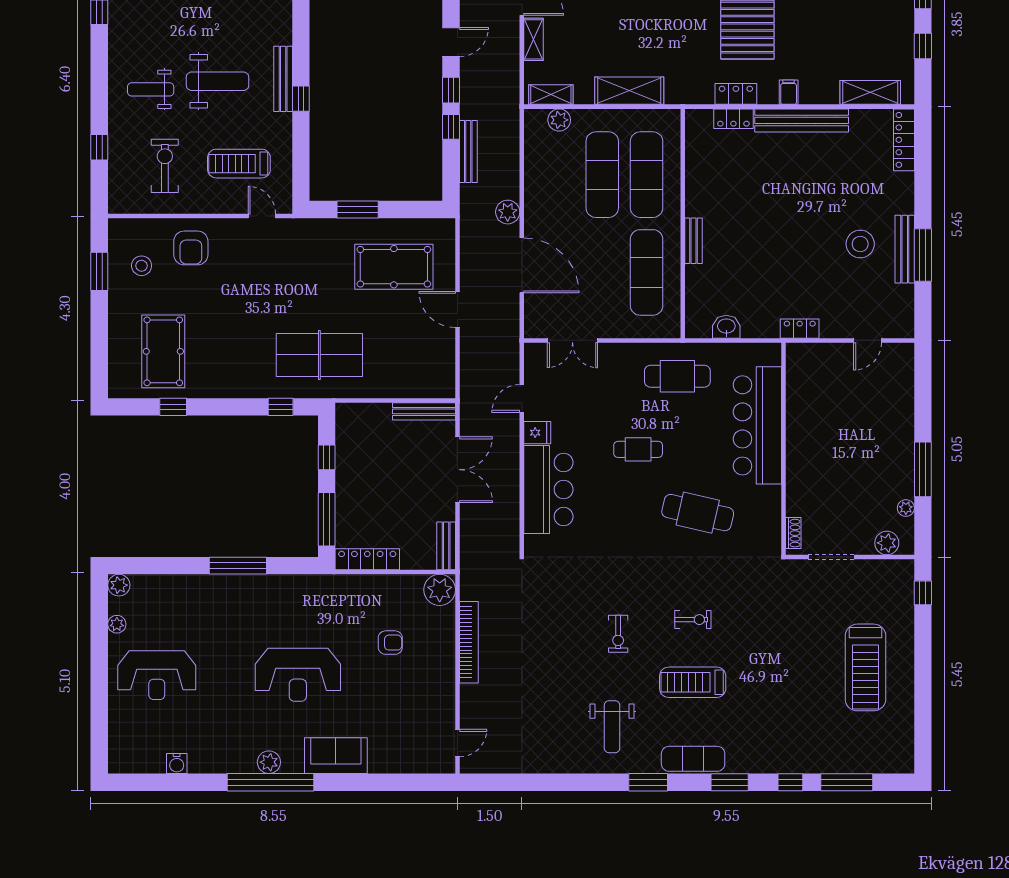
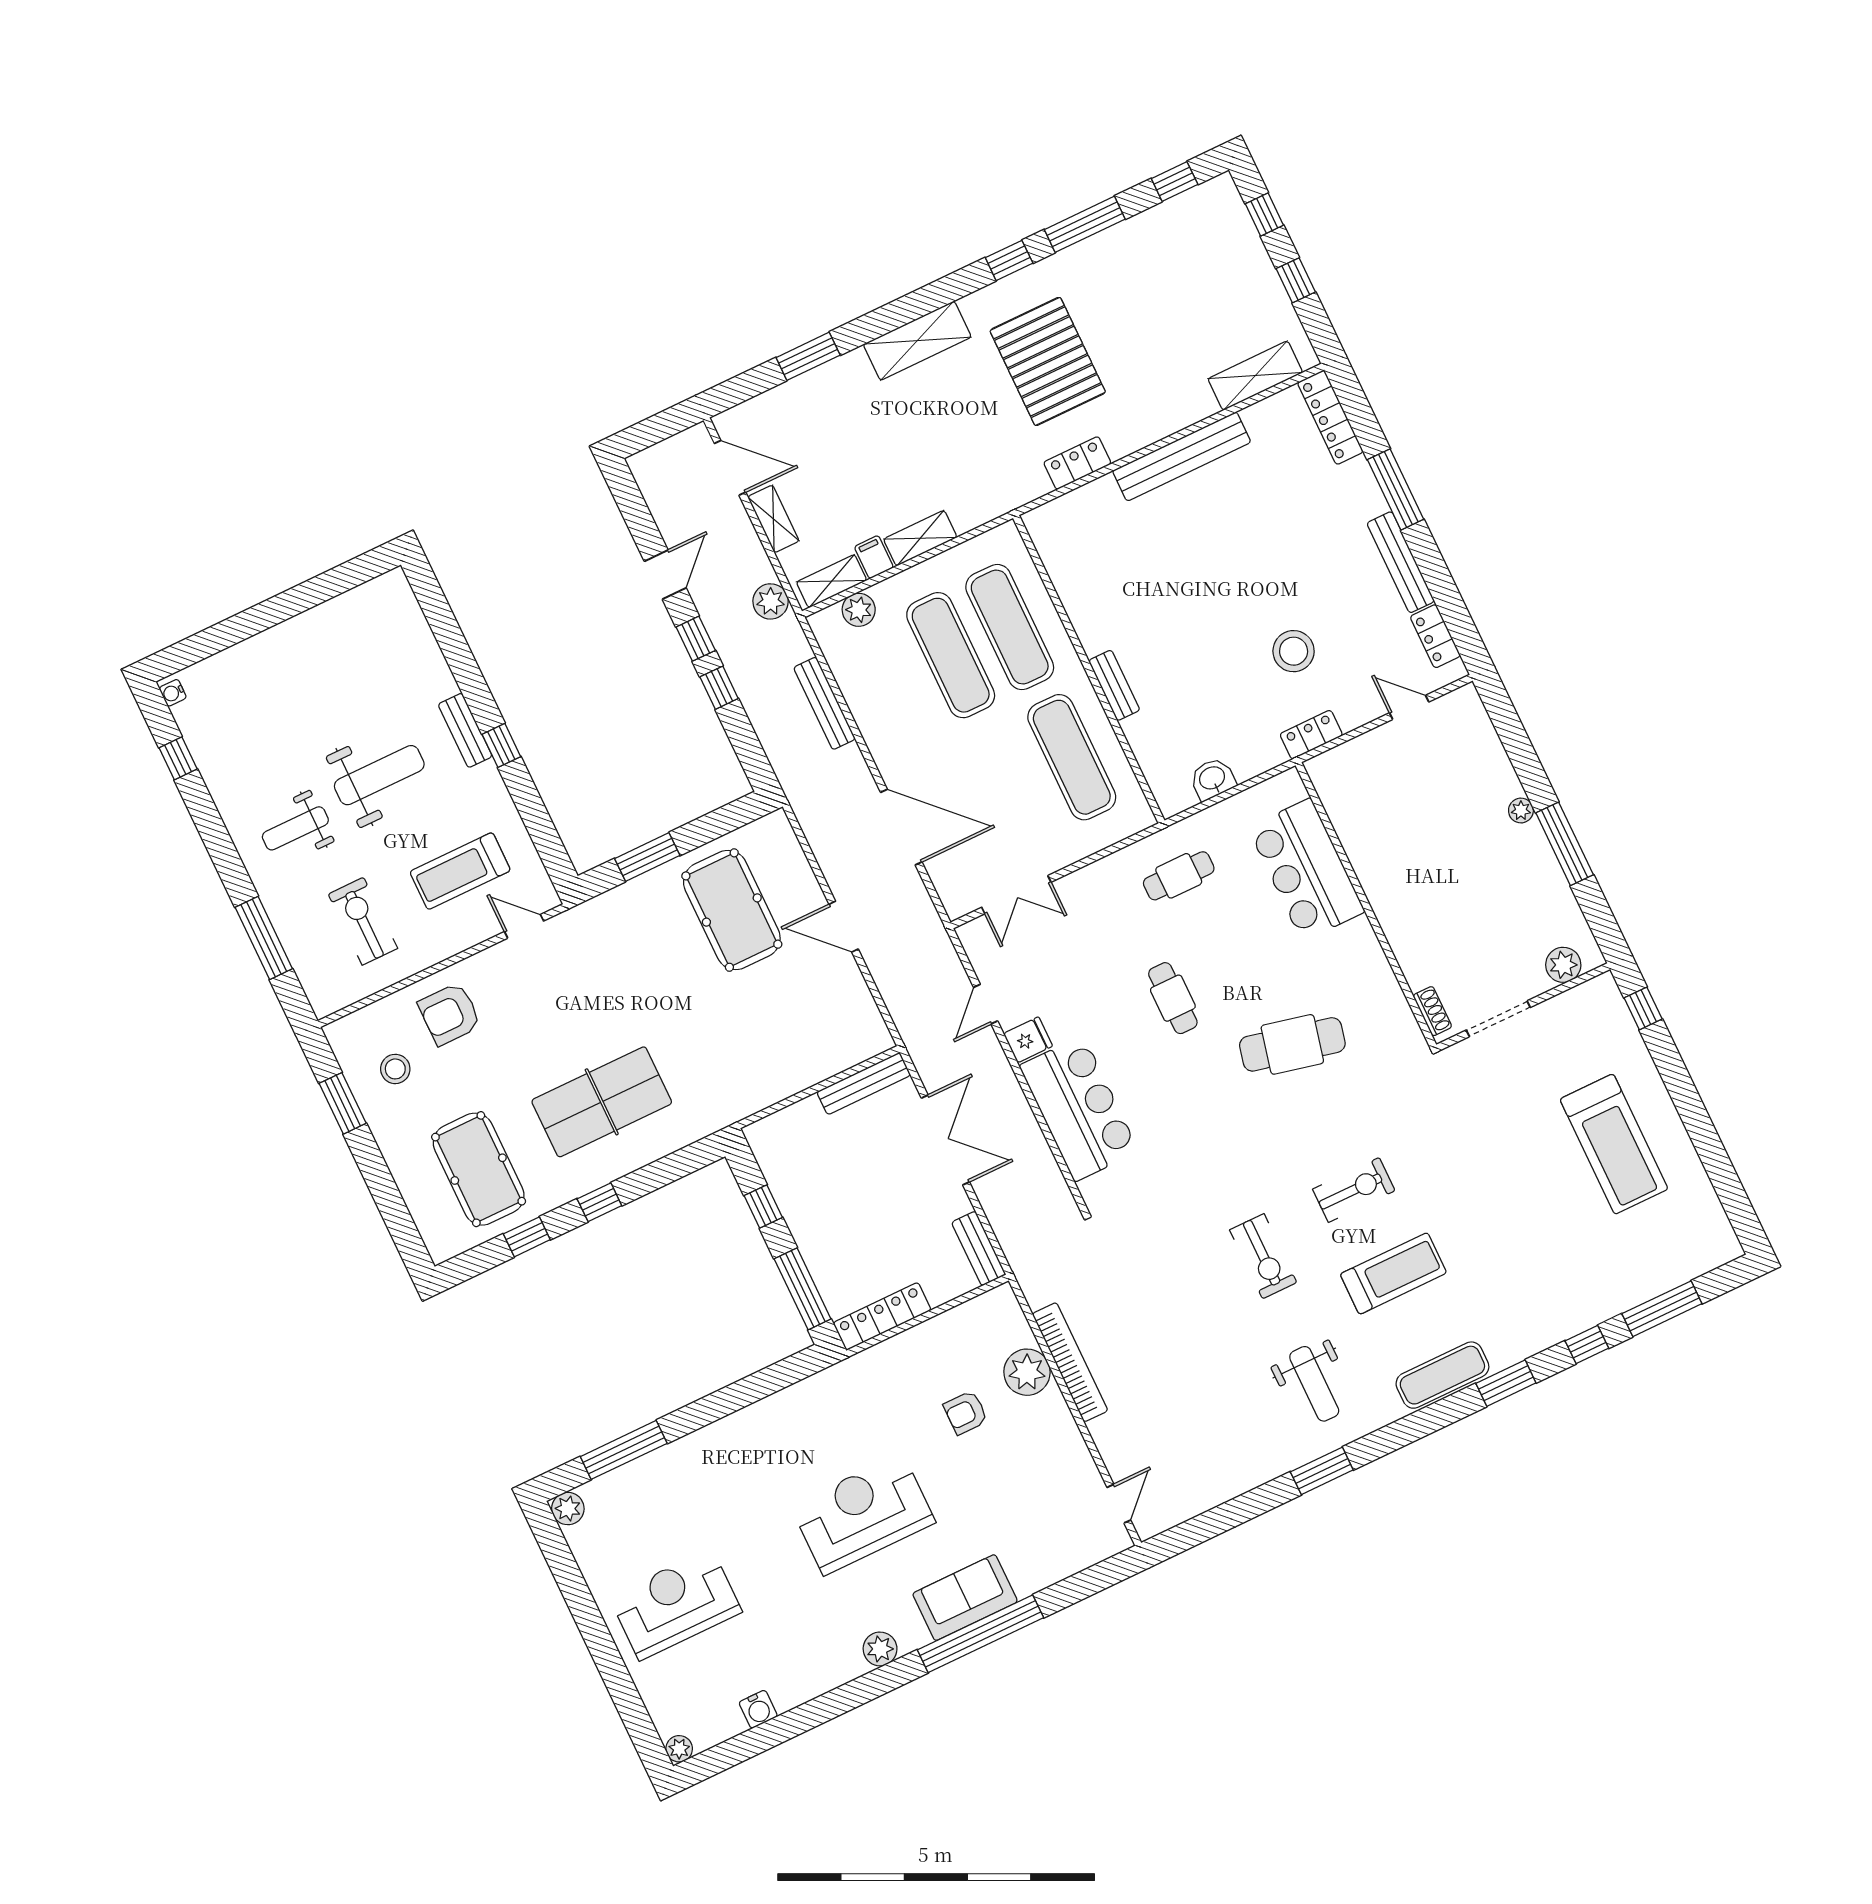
bench: (283, 79) -> (465, 730), width x0.73
shelving: (629, 91) -> (920, 538), width x0.67, depth x0.75
filing cabinet: (789, 92) -> (874, 557), moved
locker: (733, 119) -> (1435, 636), moved, turned 90
window: (99, 147) -> (264, 938), width x2.17
bench: (468, 151) -> (824, 703), moved
plant: (508, 212) -> (771, 601), moved
stool: (860, 244) -> (1294, 651), moved
armchair: (191, 248) -> (450, 1014), turned 90
window: (923, 255) -> (1396, 489), moved
pool table: (394, 267) -> (732, 910), turned 90
door: (868, 340) -> (1409, 707), swing flipped
table tennis table: (319, 355) -> (602, 1102), moved
cafe table: (677, 376) -> (1179, 876), width x0.73, depth x0.74
window: (281, 407) -> (599, 1202), moved
bar counter: (757, 425) -> (1306, 870), width x0.73
cafe table: (638, 449) -> (1173, 998), turned 90
plant: (906, 508) -> (1521, 811), moved
window: (238, 566) -> (624, 1450), moved
plant: (440, 590) -> (1027, 1372), moved
exercise bike: (693, 620) -> (1354, 1190), width x1.38, depth x1.39
plant: (117, 624) -> (679, 1749), moved
exercise bike: (618, 634) -> (1263, 1256), width x1.38, depth x1.39
armchair: (390, 643) -> (966, 1413), turned 180
reception desk: (157, 675) -> (675, 1604), turned 180
reception desk: (298, 675) -> (863, 1514), turned 180
treadmill: (693, 682) -> (1393, 1273), turned 180
window: (271, 782) -> (980, 1634), moved
window: (648, 782) -> (1322, 1471), moved

